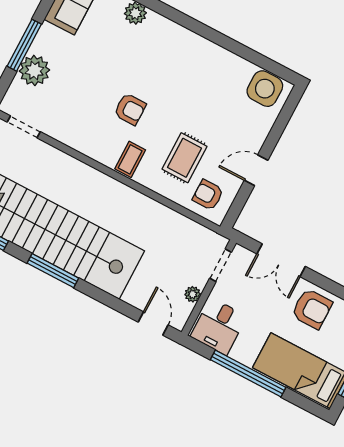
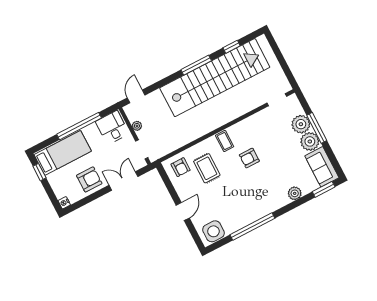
window: (221, 40) -> (252, 226), added
plant: (50, 42) -> (310, 141), added
door: (256, 170) -> (183, 212), moved
armchair: (208, 195) -> (181, 167), turned 90
armchair: (312, 309) -> (89, 179), turned 180
door: (153, 323) -> (136, 96), swing flipped

